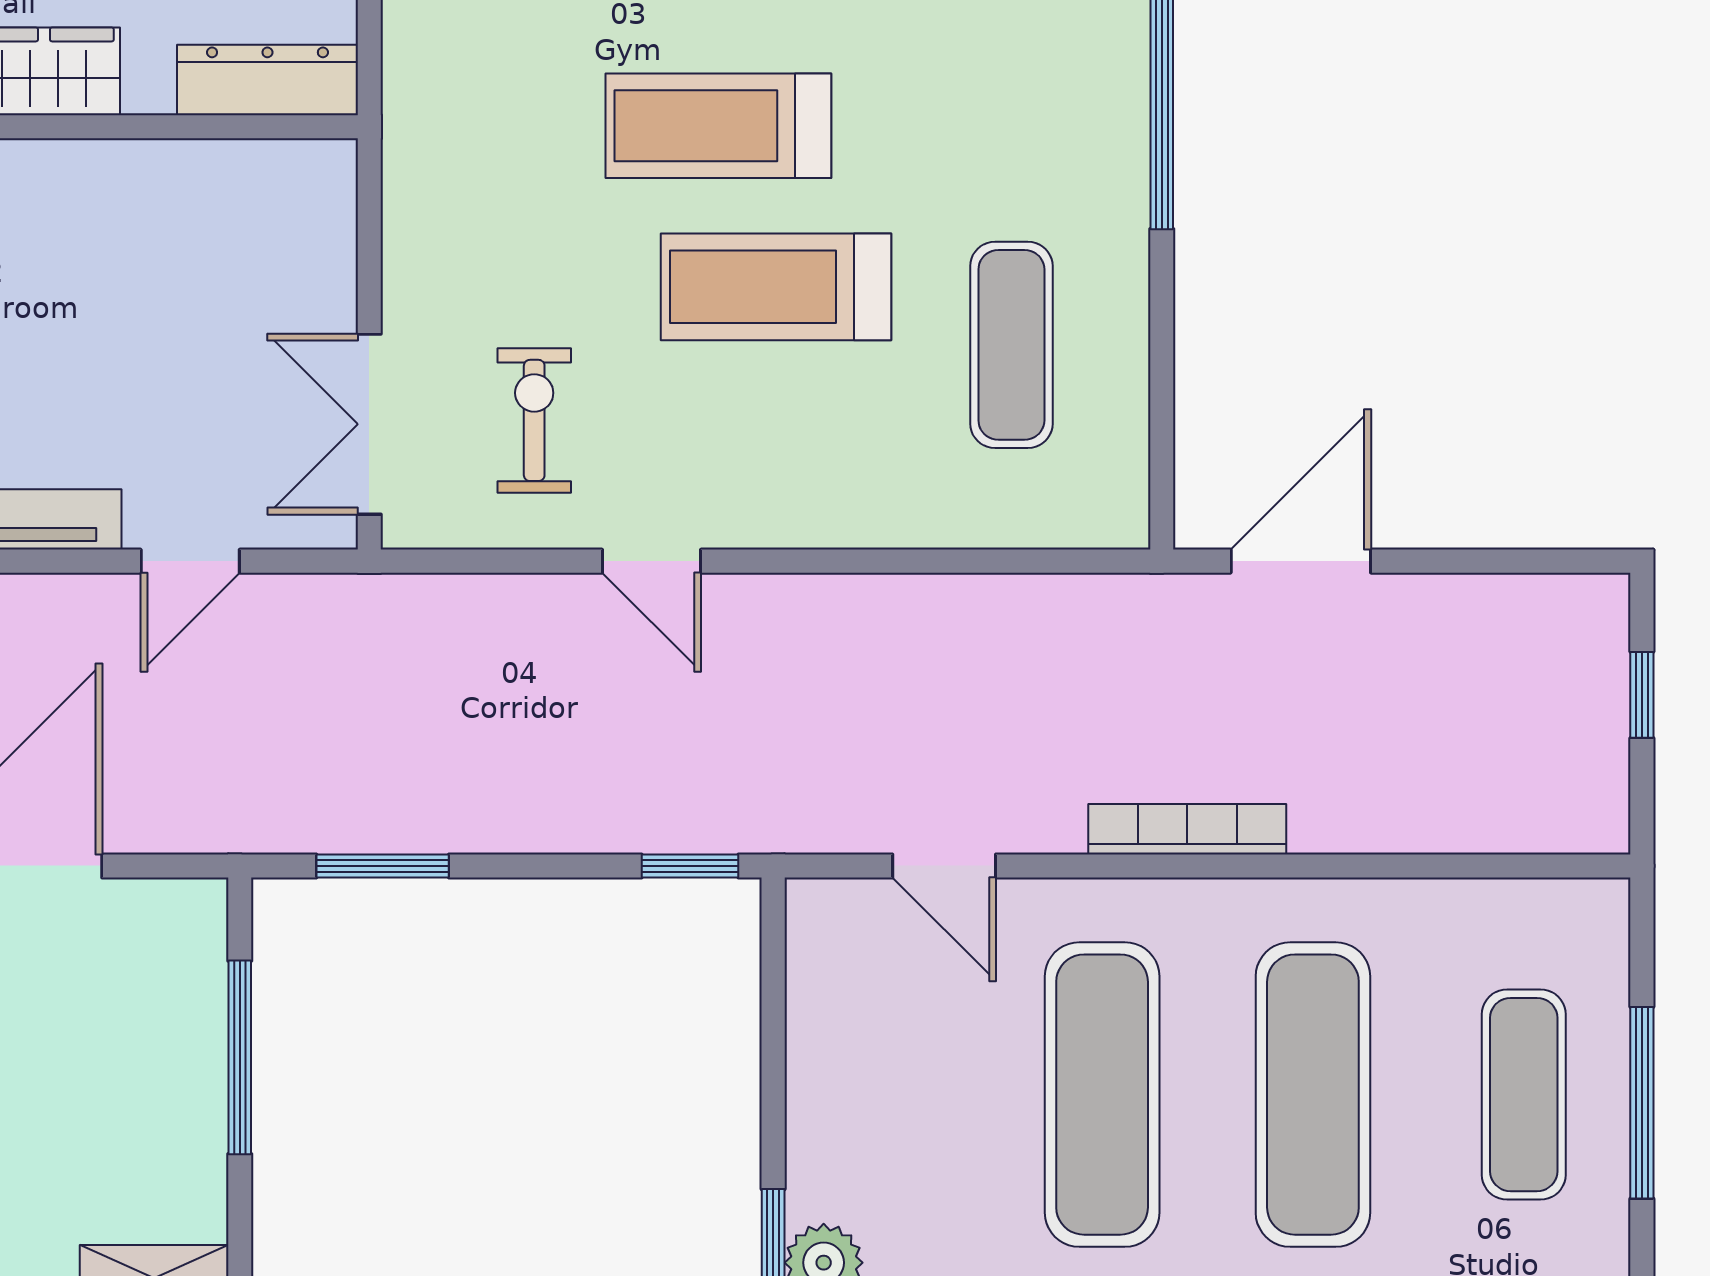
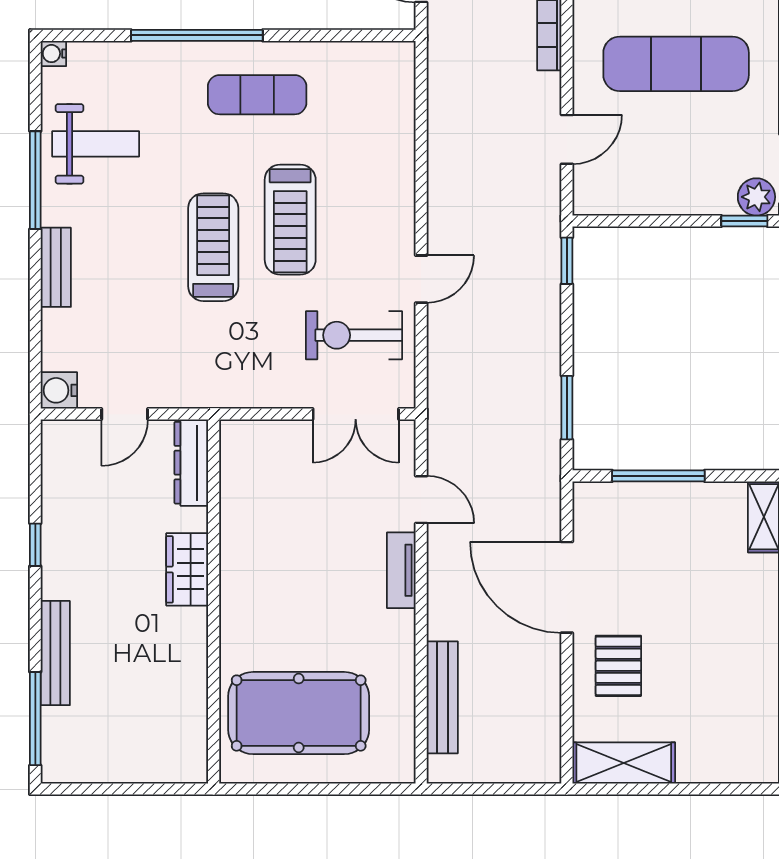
treadmill: (718, 126) -> (213, 247), turned 180
exercise mat: (1011, 345) -> (257, 95), moved
exercise bike: (534, 420) -> (354, 335), width x1.38, depth x1.39

